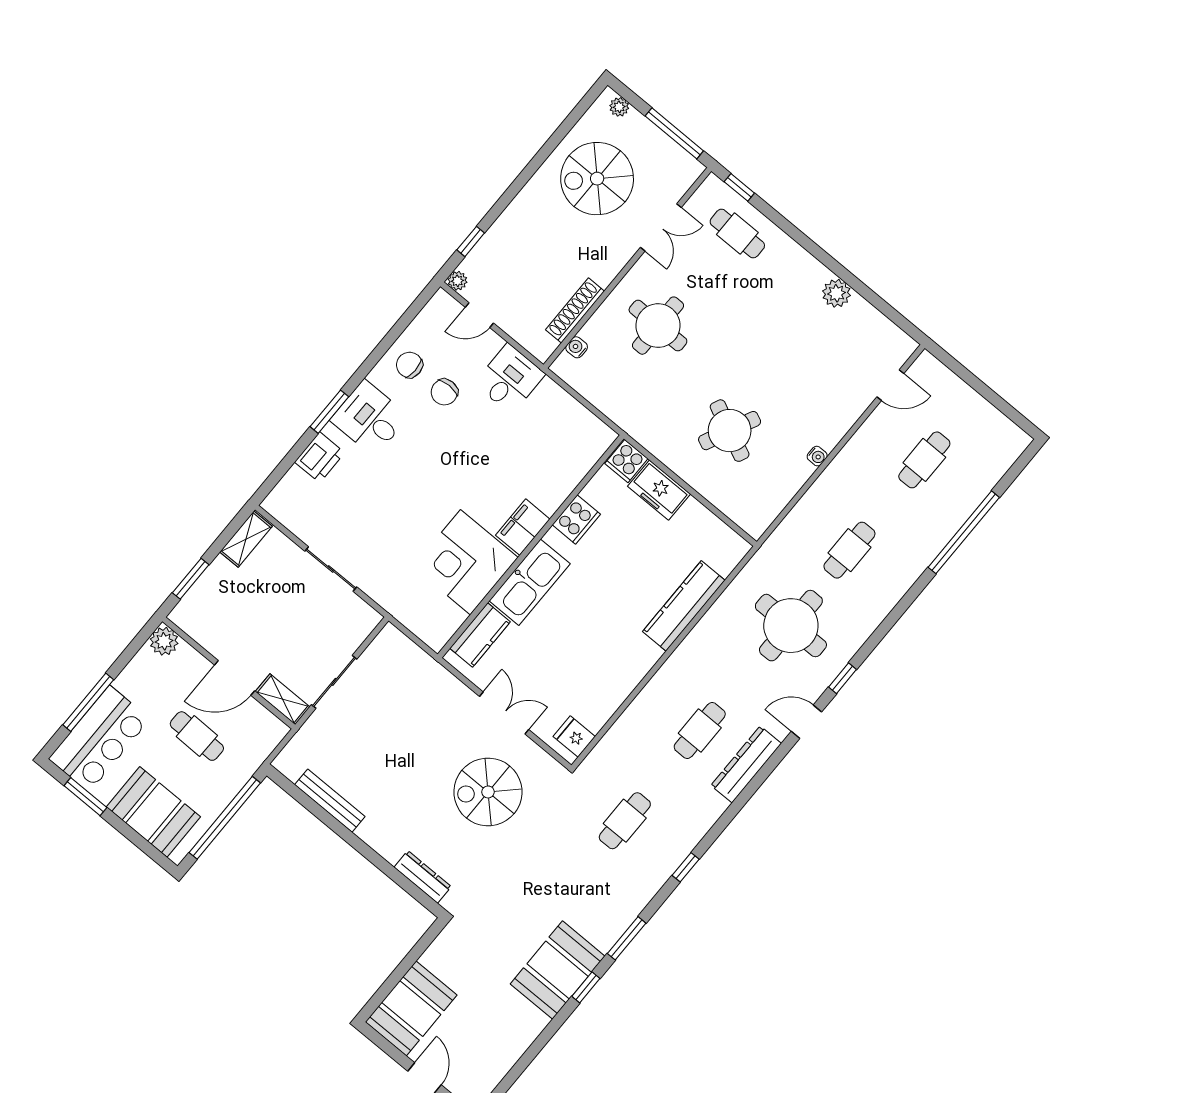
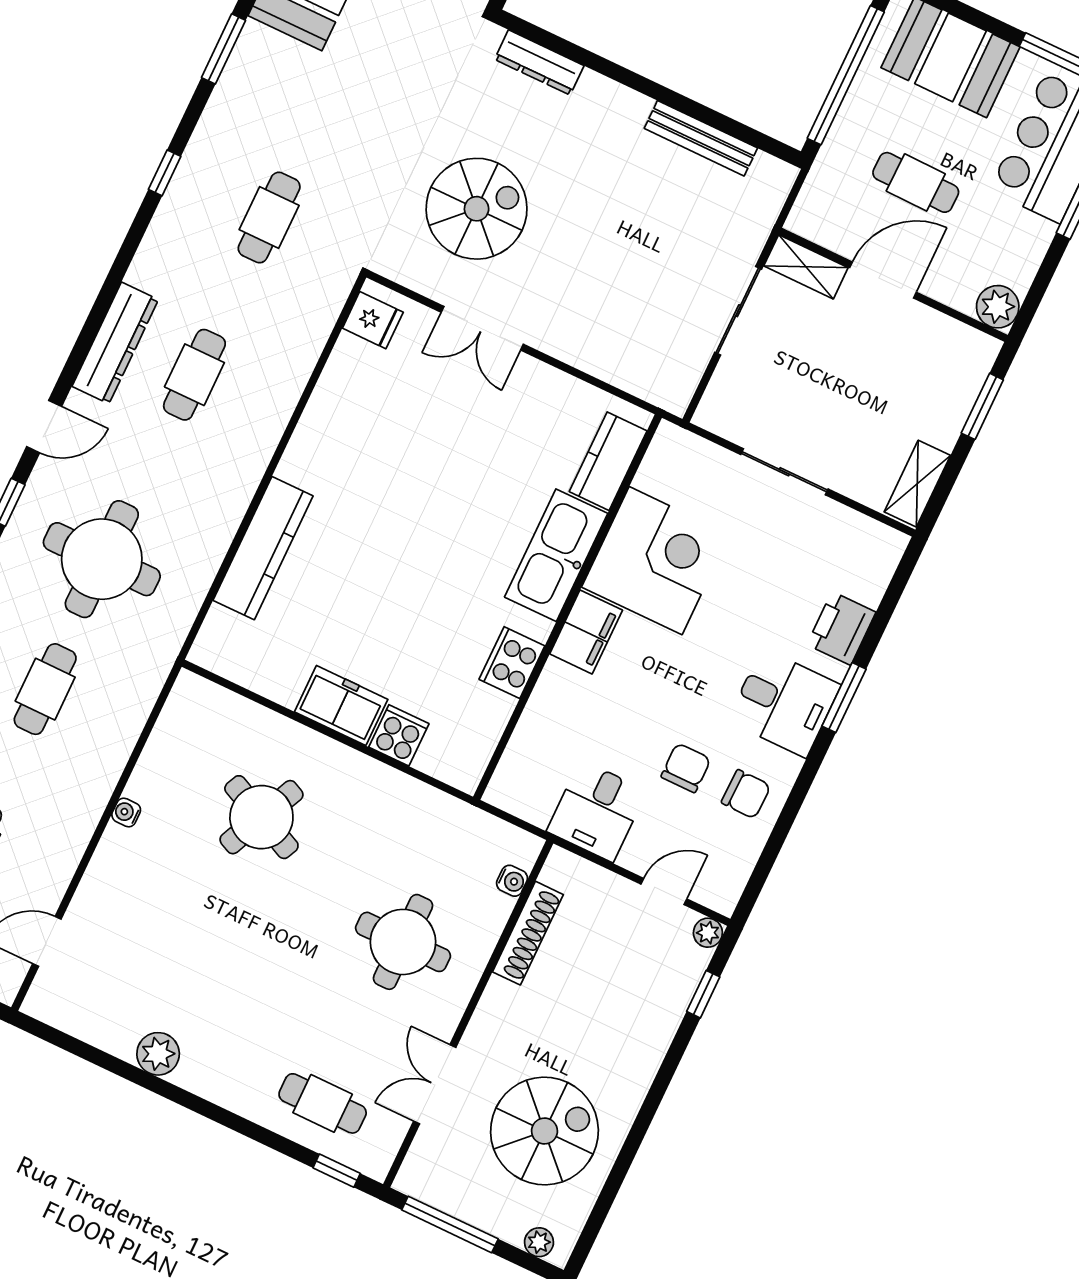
cooker: (576, 520) -> (512, 663), moved
filing cabinet: (523, 527) -> (586, 632), moved
wall: (531, 546) -> (568, 607), moved
corner desk: (466, 562) -> (656, 561), moved
kitchen sink: (530, 582) -> (556, 555), moved
kitchen counter: (480, 635) -> (608, 461), moved

